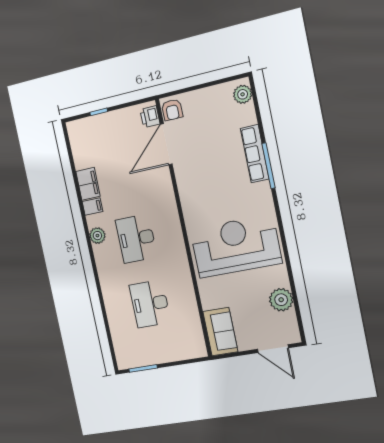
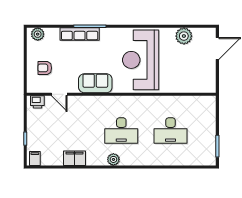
armchair: (172, 110) -> (45, 68), moved, turned 180
door: (166, 144) -> (59, 94), width x0.53
filing cabinet: (92, 207) -> (35, 158), moved
sofa: (220, 332) -> (95, 83), moved

